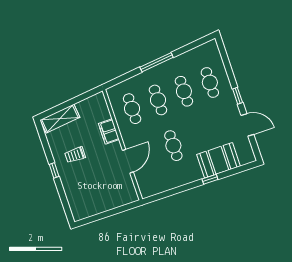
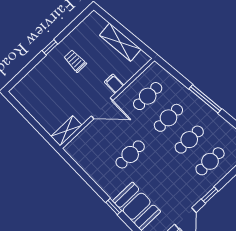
shelving: (60, 119) -> (120, 42), moved
filing cabinet: (109, 132) -> (114, 84), width x0.50
door: (128, 161) -> (102, 108), moved
shelving: (129, 189) -> (66, 131), added

